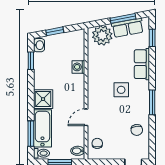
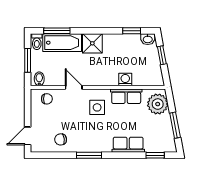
row of seats: (128, 28) -> (126, 96), moved, turned -79
side table: (121, 90) -> (97, 107), moved

